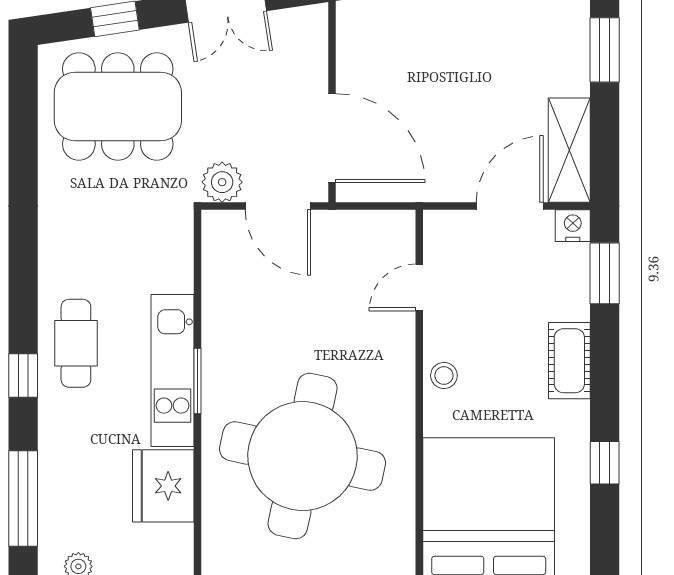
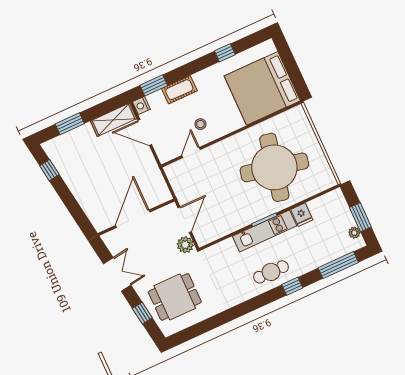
dining table: (118, 106) -> (175, 297), width x0.73
door: (332, 138) -> (133, 219), moved
door: (419, 287) -> (191, 153), swing flipped
cot: (569, 361) -> (179, 90), moved
stool: (444, 375) -> (200, 124), moved
fridge: (163, 486) -> (302, 215), width x0.53, depth x0.75

